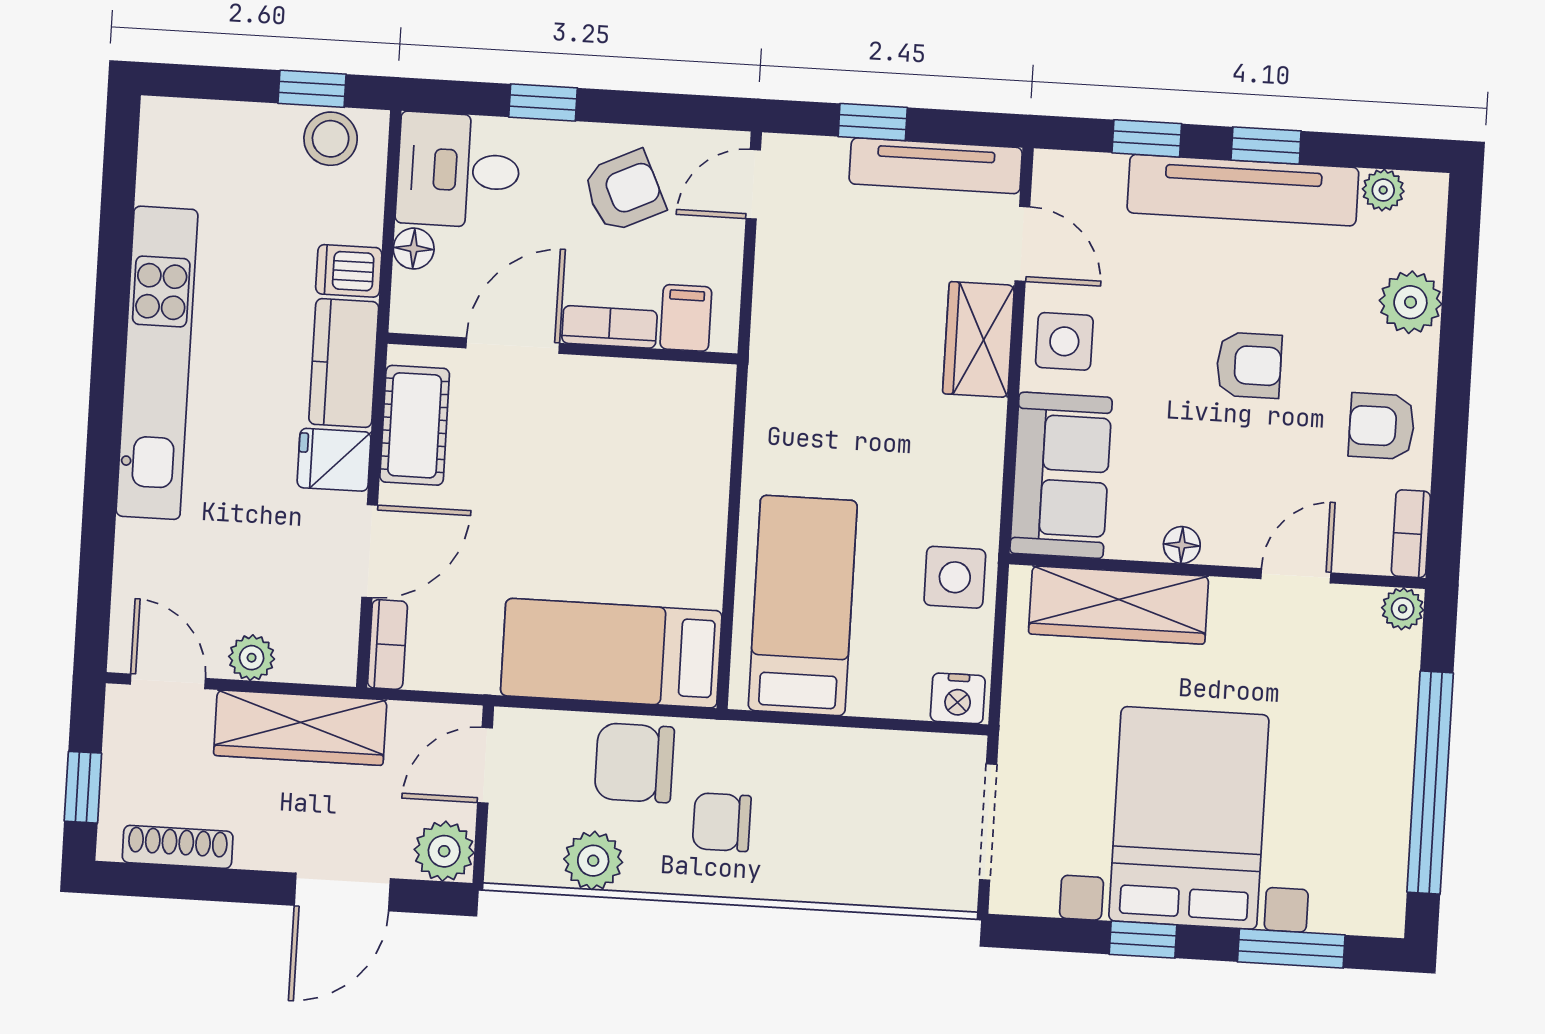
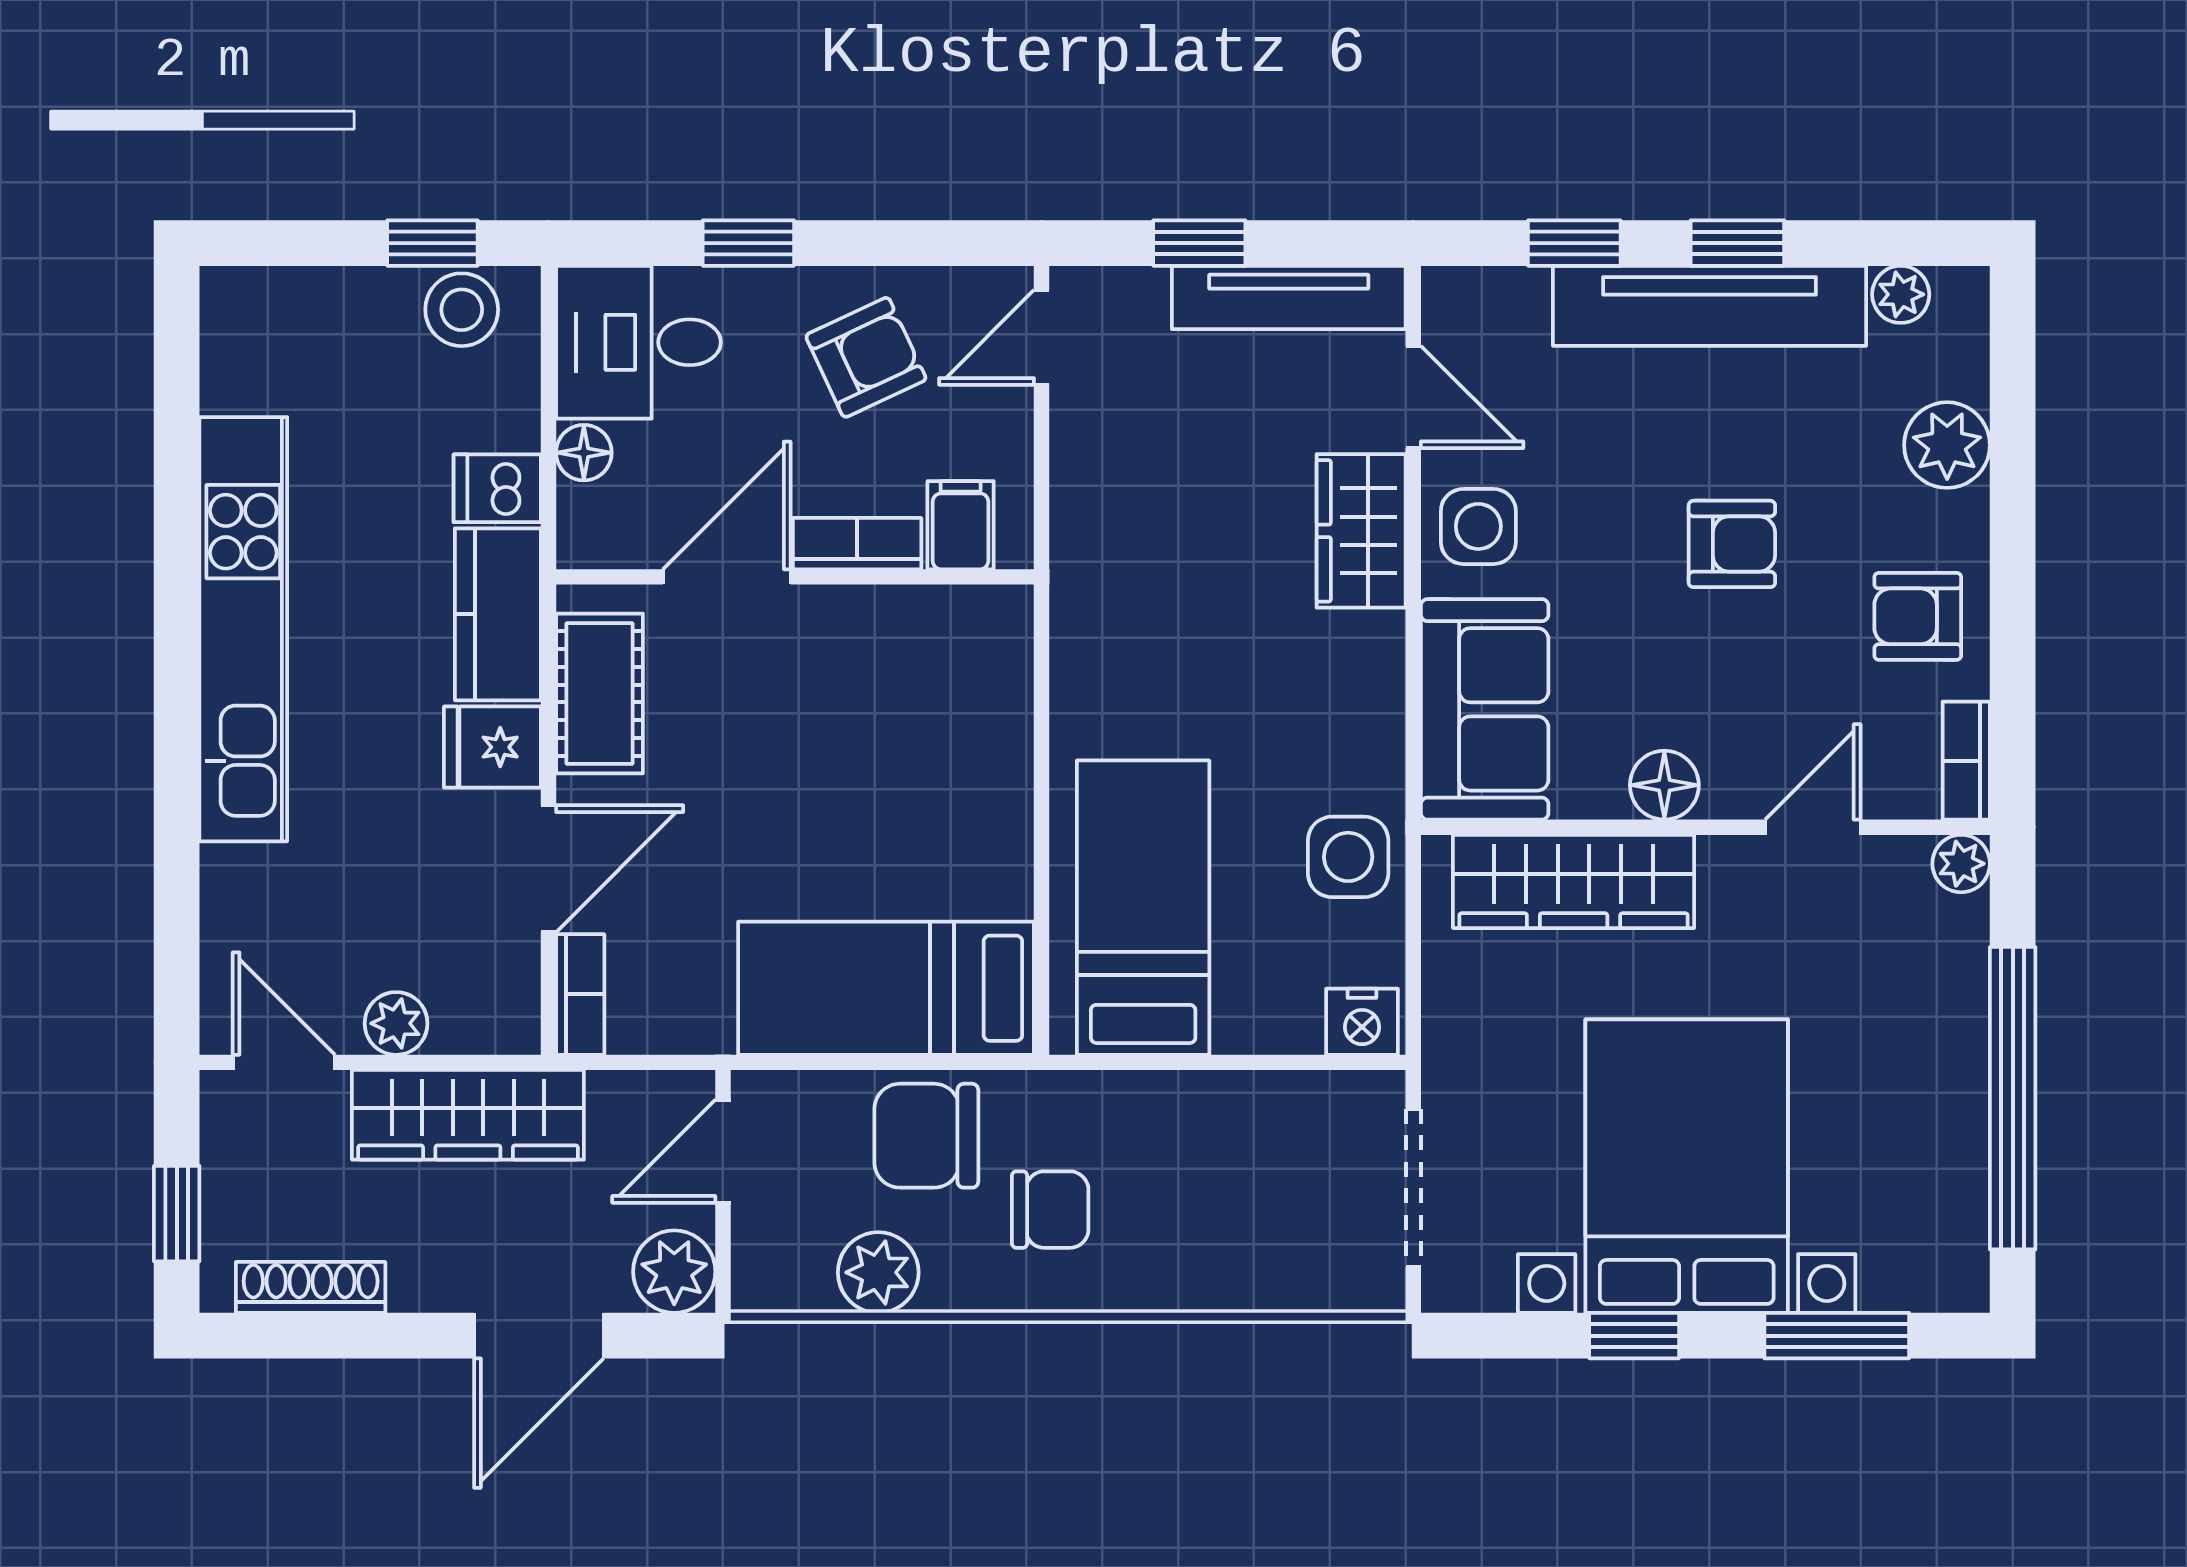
floor lamp: (1182, 545) -> (1664, 785), width x1.37, depth x1.37
chair: (722, 822) -> (1050, 1210), turned 180

